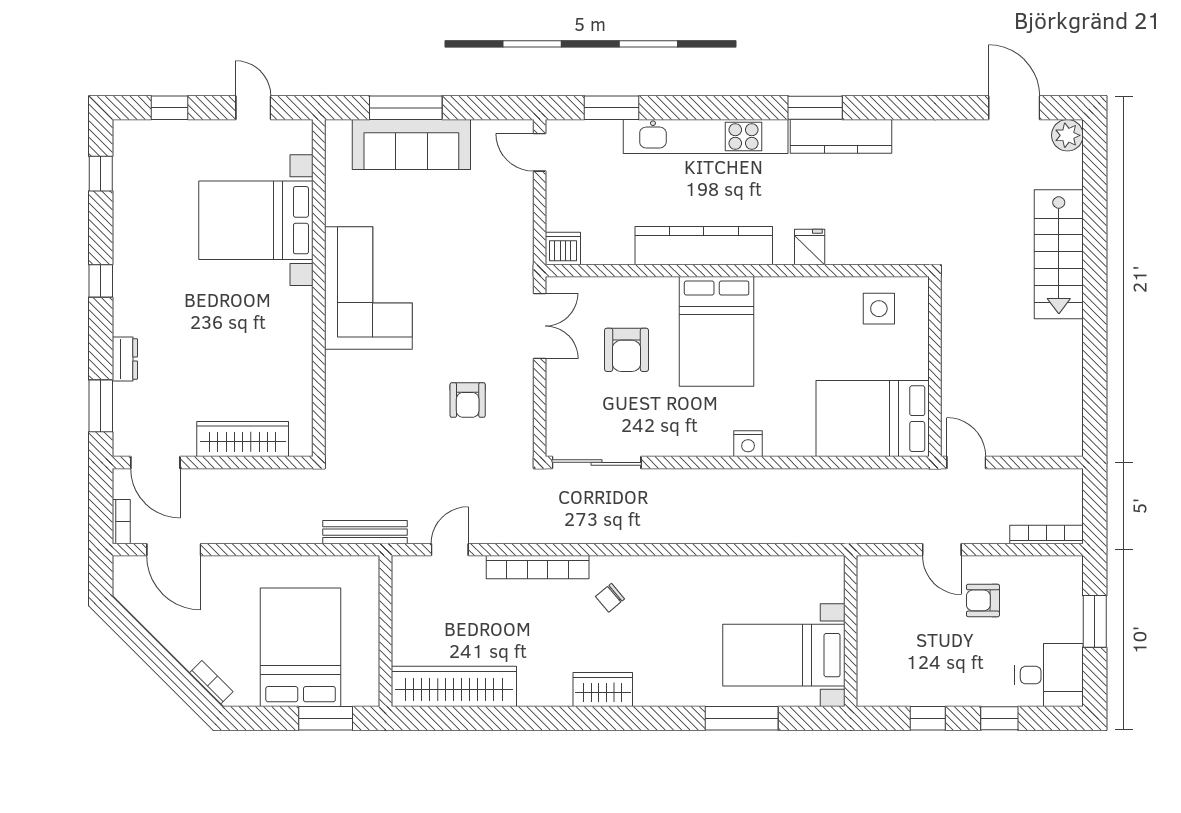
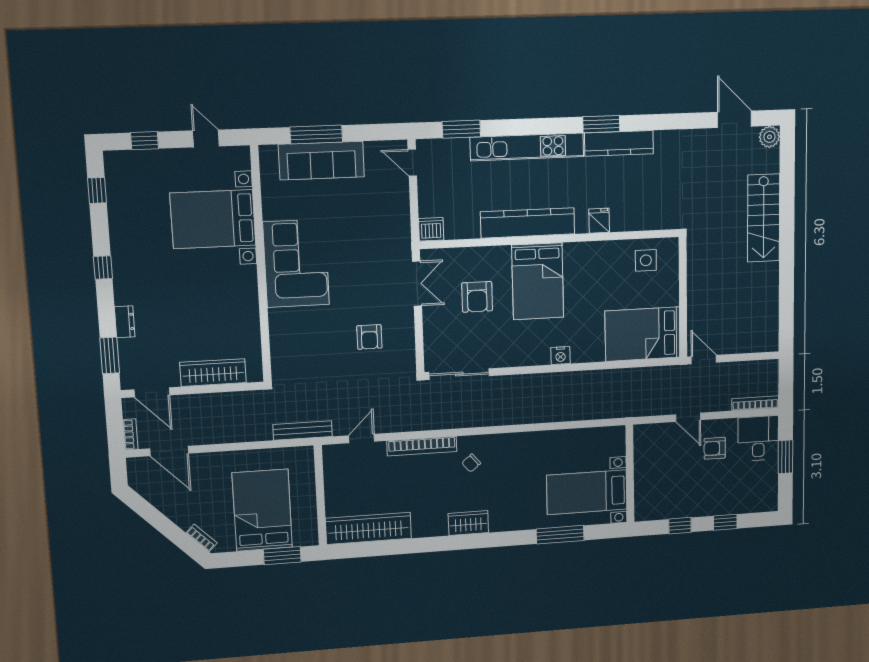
desk: (1049, 675) -> (758, 438), moved, turned -90

